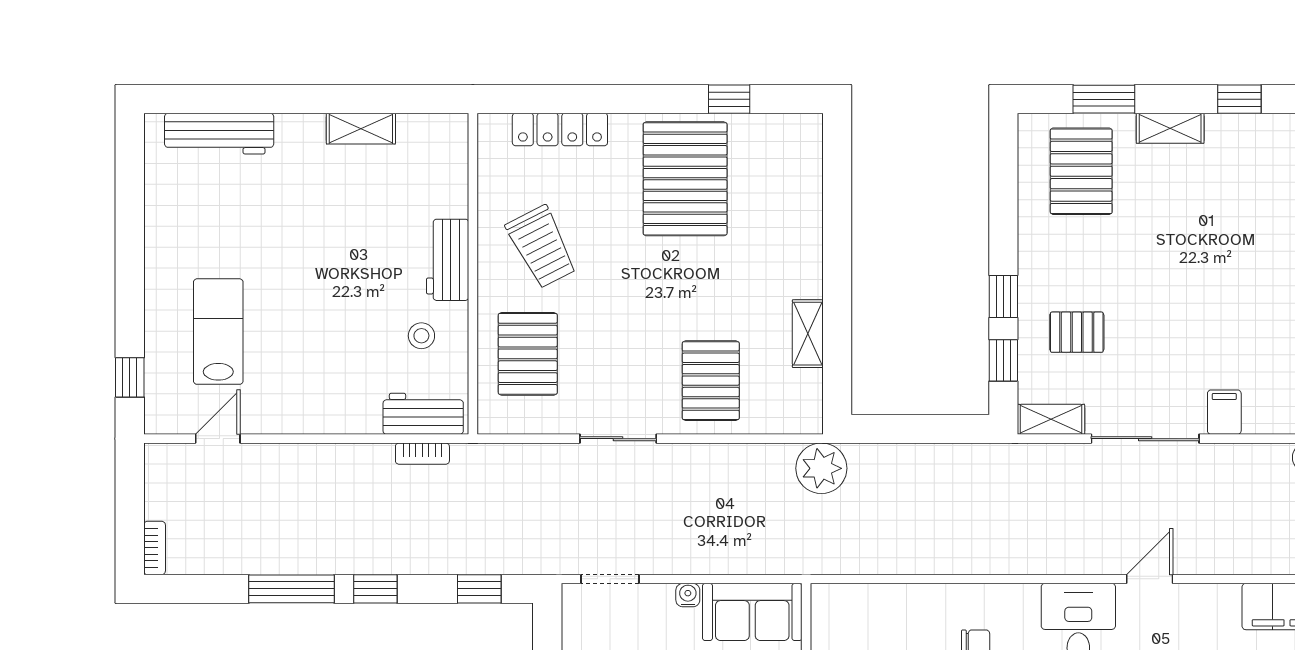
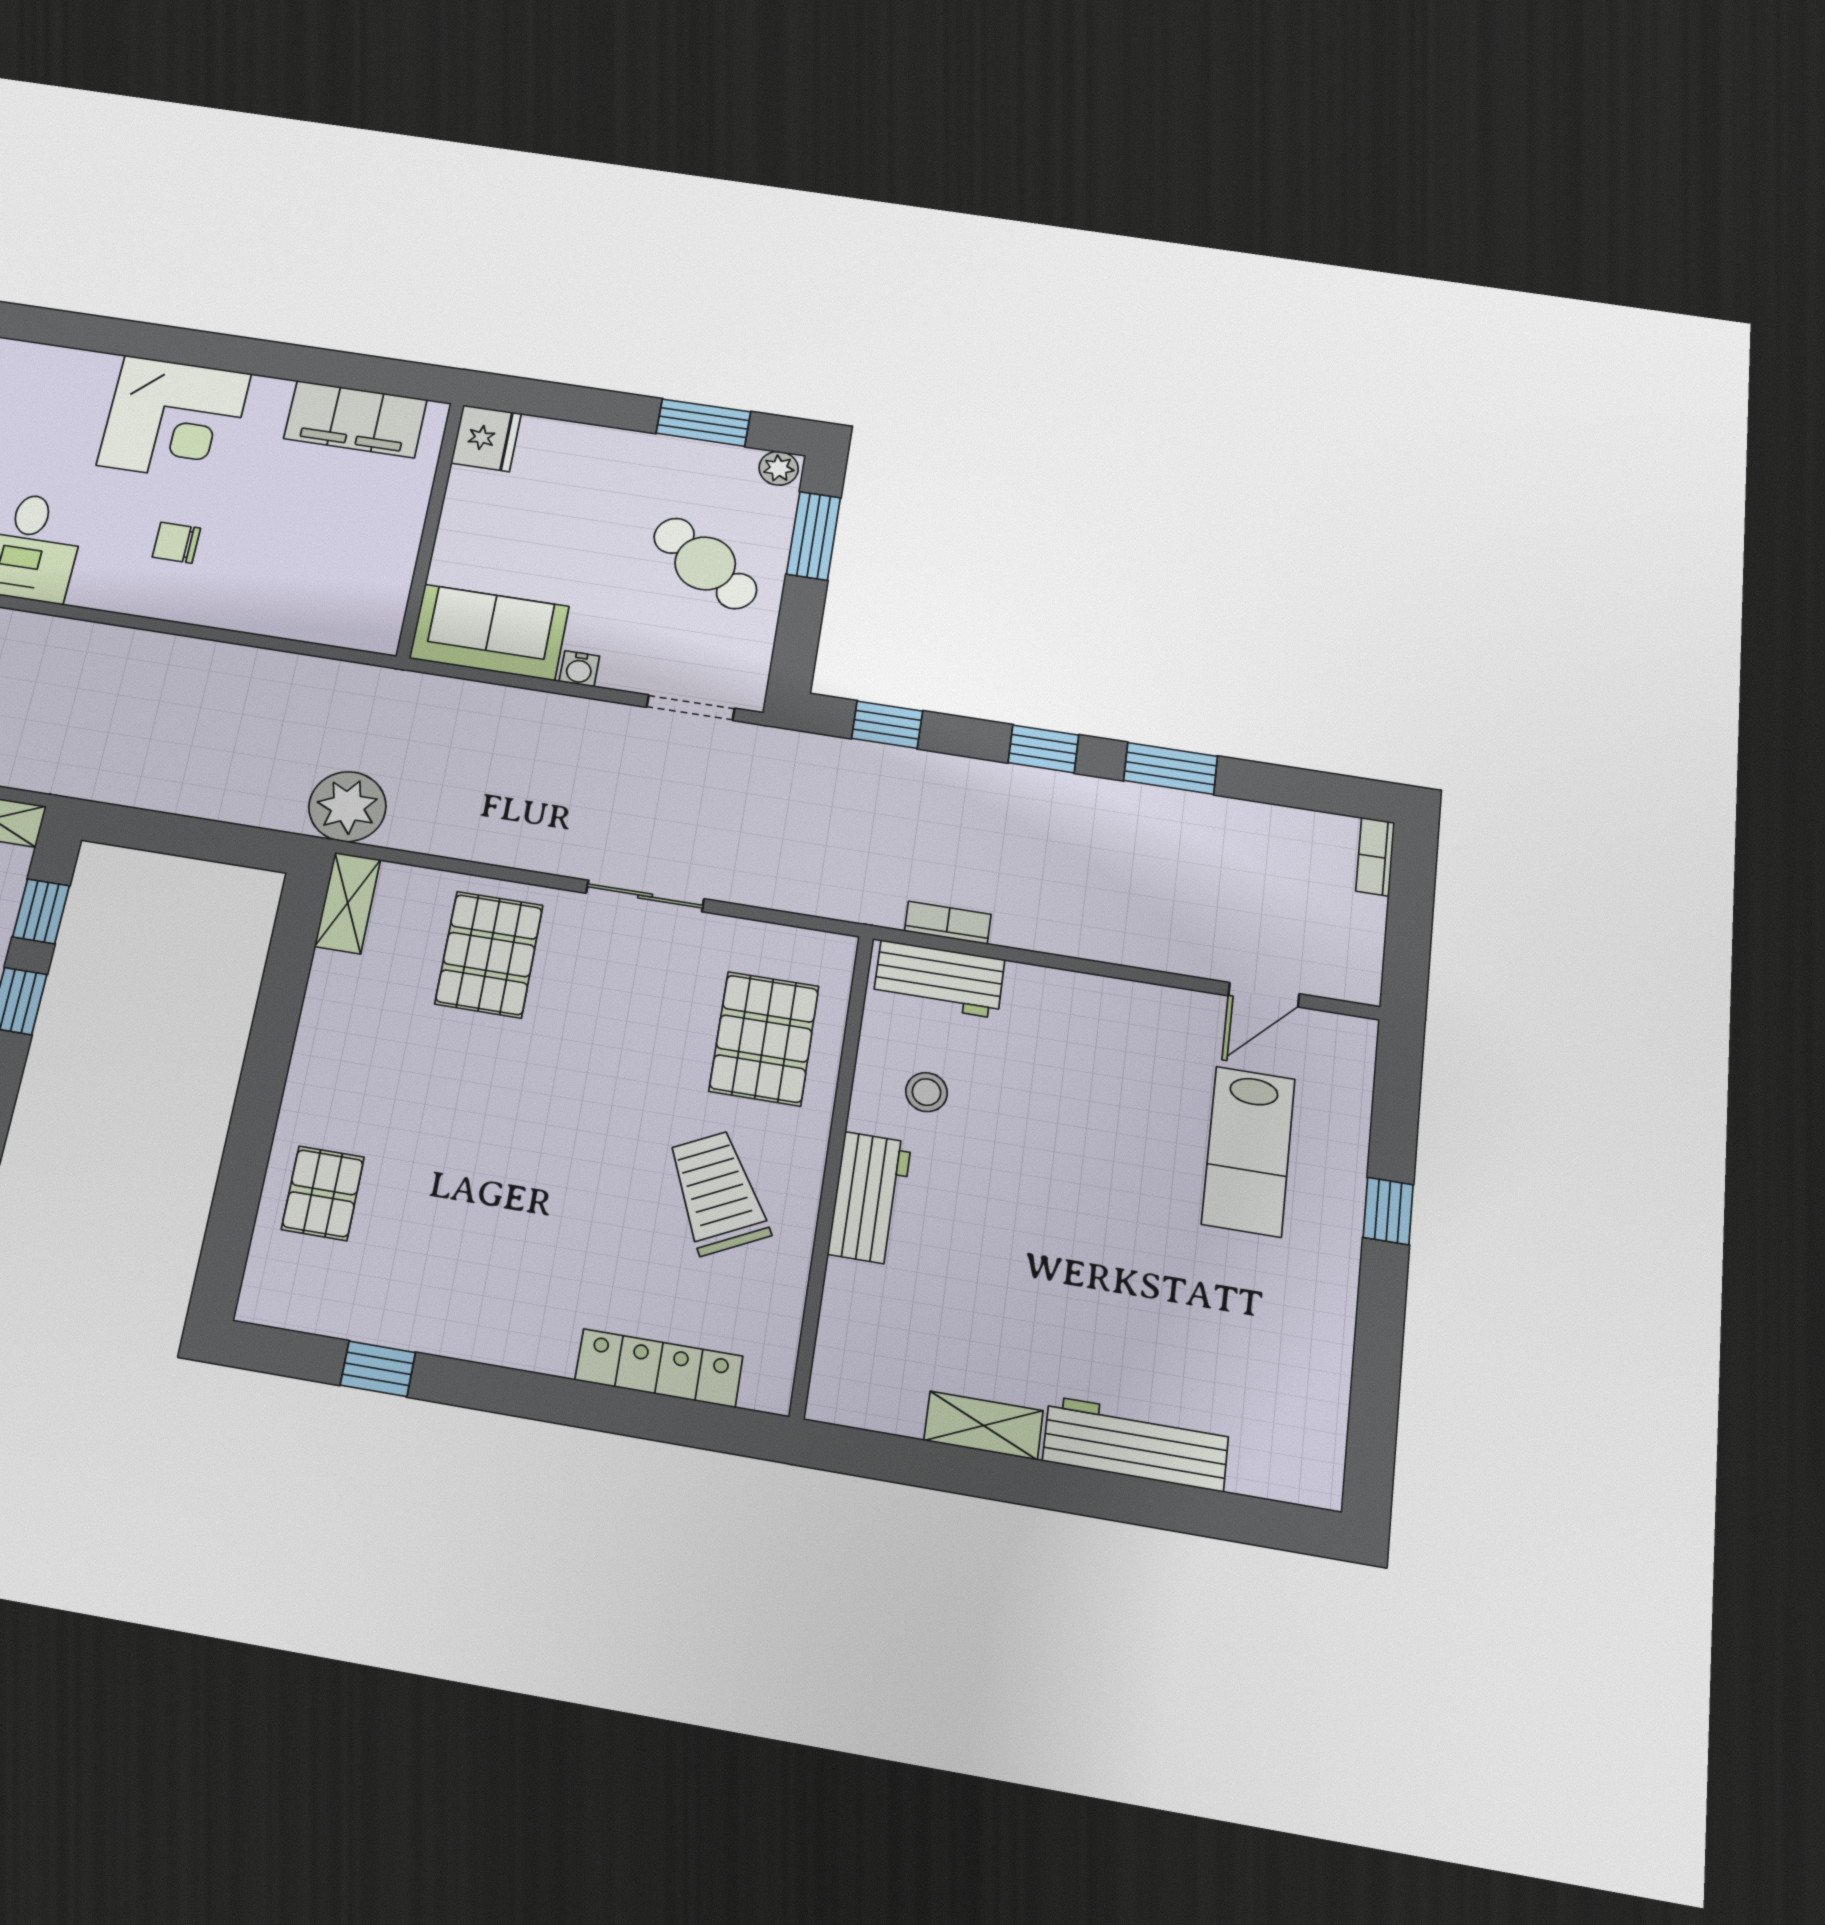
workbench: (219, 134) -> (1136, 1444), moved
pallet: (685, 179) -> (323, 1193), moved, width x0.49, depth x0.50
shelving: (808, 334) -> (348, 903), moved
window: (130, 377) -> (1388, 1211), moved
window: (291, 589) -> (1170, 768), width x0.69

